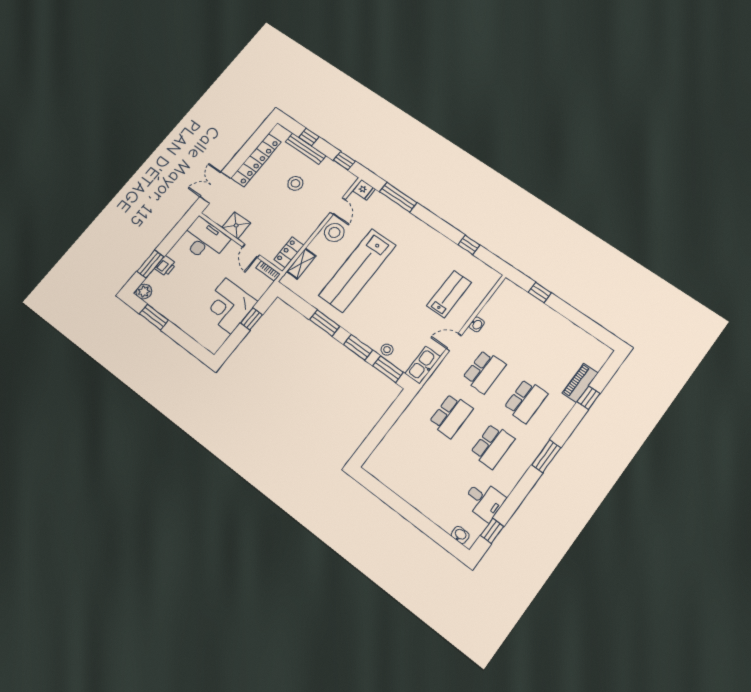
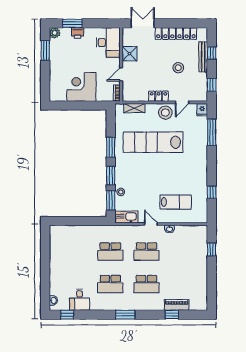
locker: (289, 252) -> (158, 96), moved
window: (251, 319) -> (84, 106), removed

